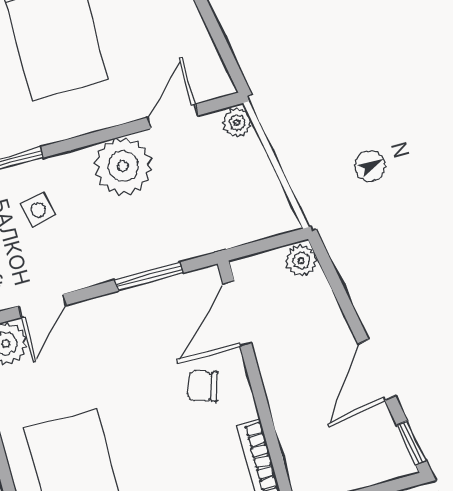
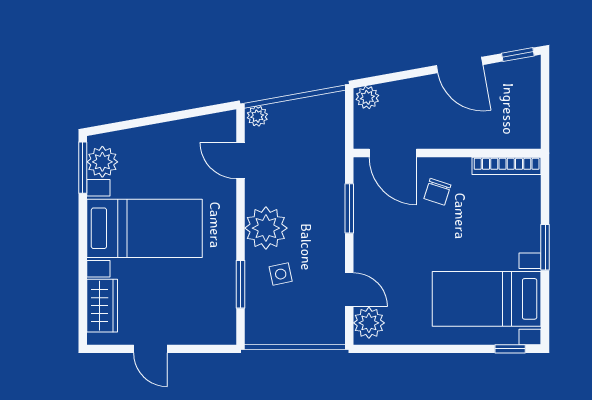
plant: (123, 166) -> (266, 228), moved

